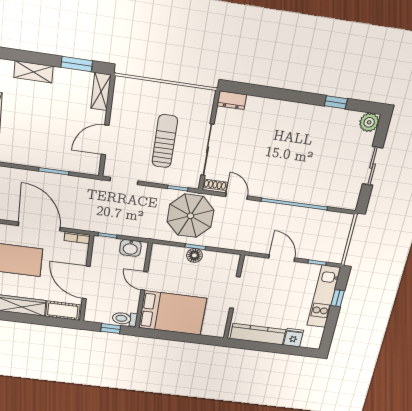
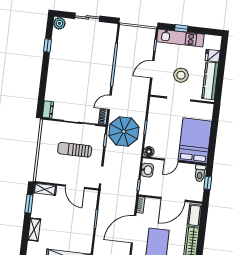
floor lamp: (194, 255) -> (149, 152), moved
stool: (269, 297) -> (181, 75), added

